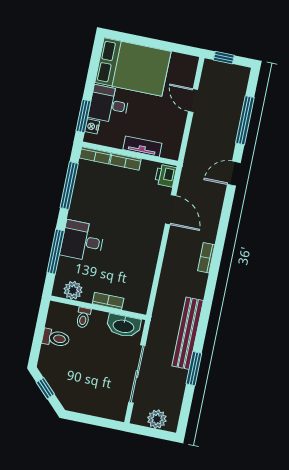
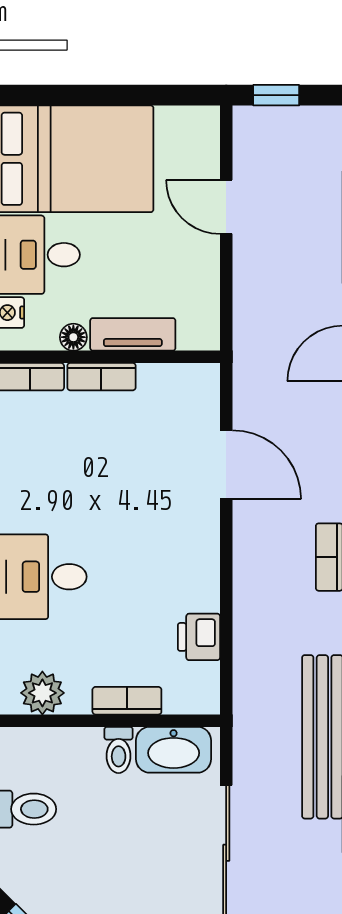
floor lamp: (117, 142) -> (73, 337), added
printer: (166, 176) -> (199, 637), moved
toilet: (83, 318) -> (119, 750), moved

